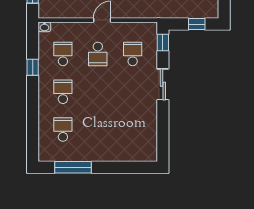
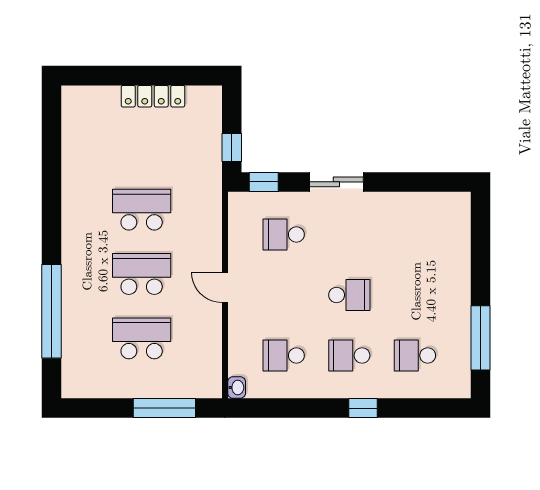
window: (197, 24) -> (232, 148), moved
school desk: (98, 54) -> (349, 295), moved
window: (33, 67) -> (363, 408), moved

